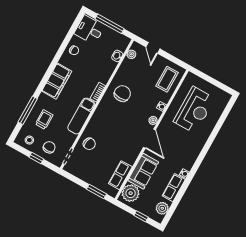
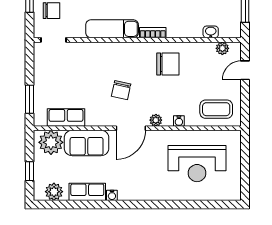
chair: (89, 144) -> (121, 90), moved

